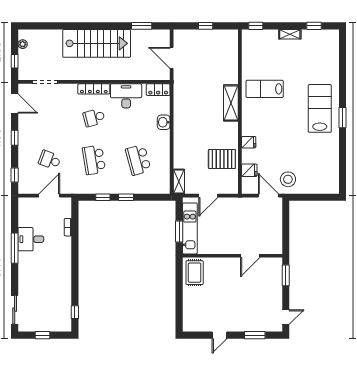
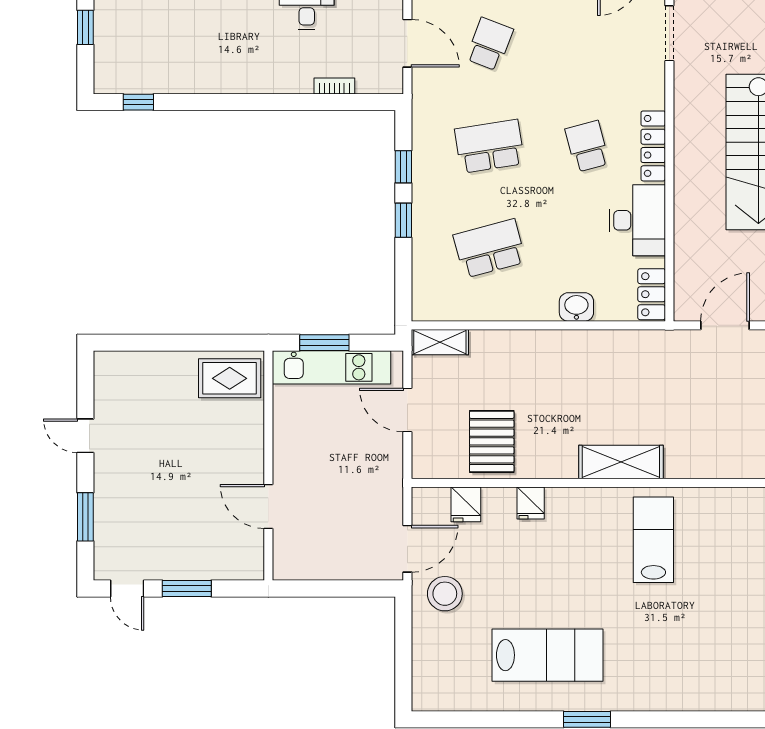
lab bench: (320, 108) -> (547, 655), moved
window: (286, 275) -> (187, 588), moved

